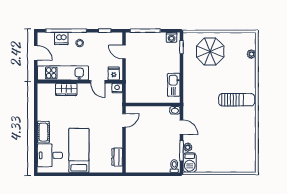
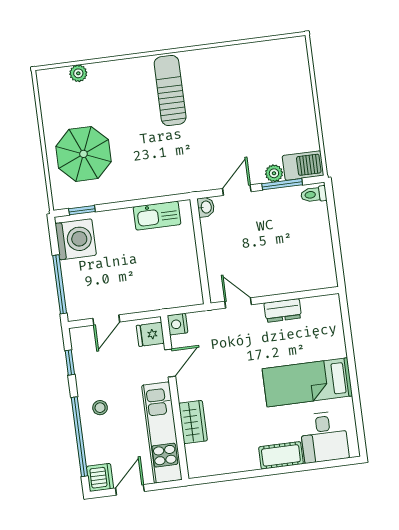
washing machine: (172, 37) -> (76, 239), width x1.89, depth x1.89
dishwasher: (61, 38) -> (100, 477), moved
dresser: (117, 157) -> (283, 310), moved

